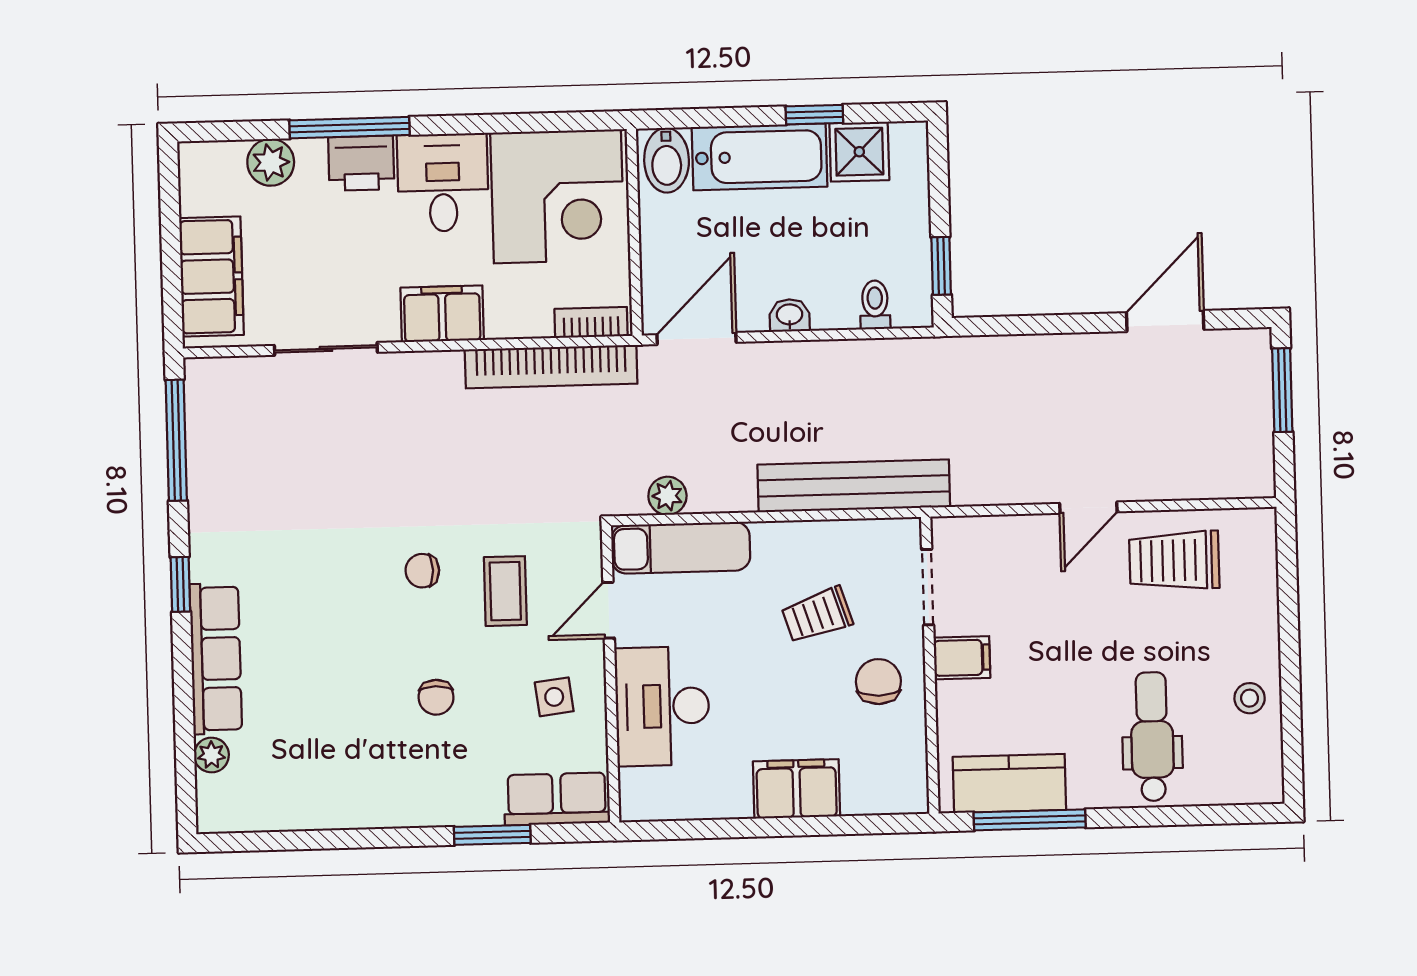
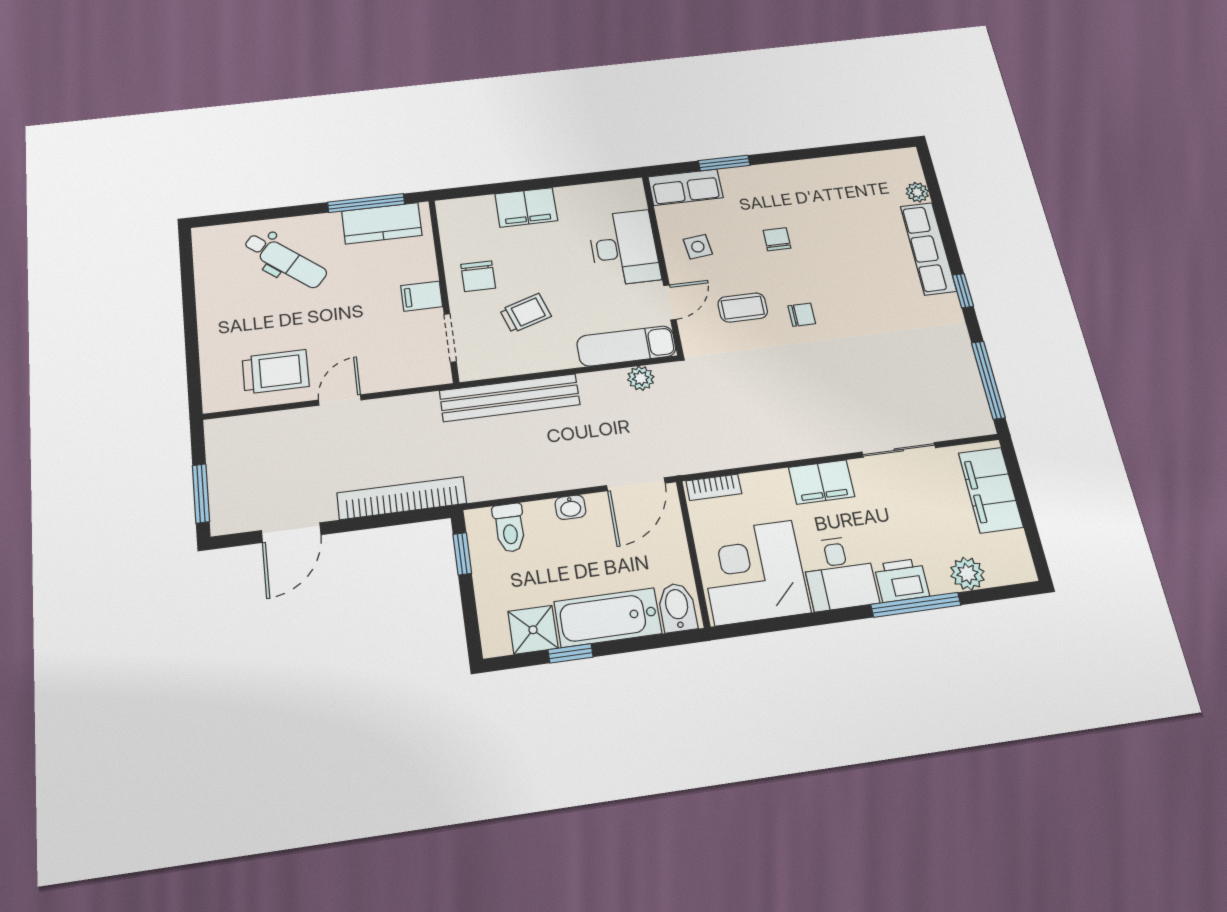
toilet: (875, 305) -> (509, 528), width x1.37, depth x1.39
bookcase: (551, 367) -> (402, 498), moved
coffee table: (505, 591) -> (743, 308), turned 90
stool: (1250, 698) -> (218, 290), removed
dental chair: (1152, 737) -> (285, 260), turned -51

